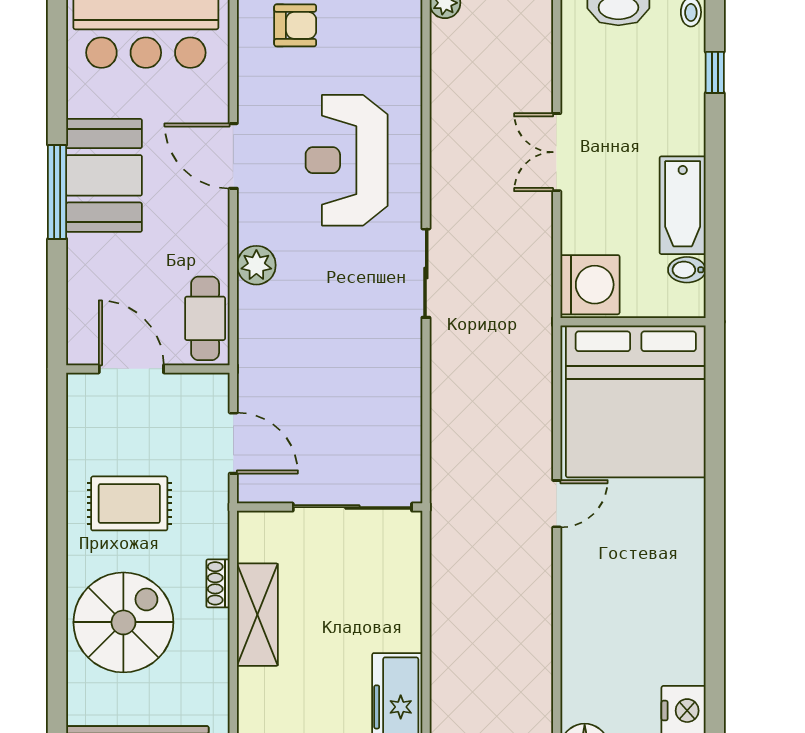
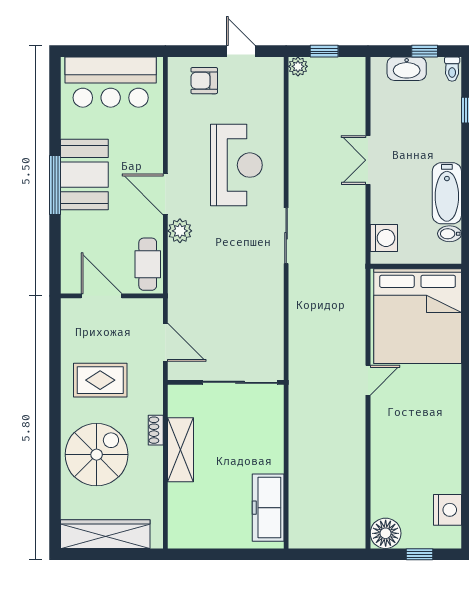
armchair: (295, 25) -> (204, 81), turned 180
door: (233, 156) -> (165, 194), moved
reception desk: (347, 160) -> (236, 165), turned 180
washing machine: (590, 285) -> (384, 238), width x0.73, depth x0.73

